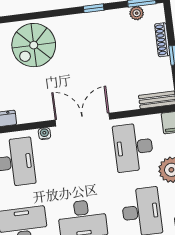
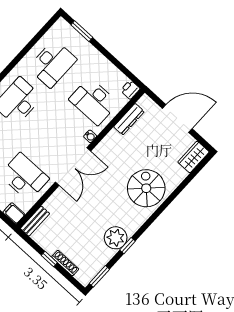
plant: (137, 13) -> (116, 238), moved, width x1.88, depth x1.88

